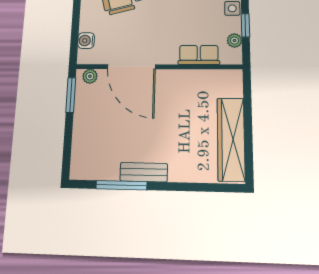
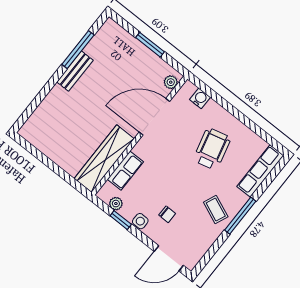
window: (71, 95) -> (150, 45), moved
wardrobe: (231, 139) -> (104, 159), moved, turned -90

